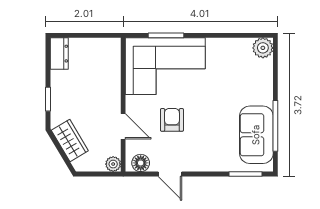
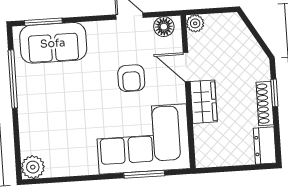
shoe rack: (57, 90) -> (265, 104), added
sofa: (256, 135) -> (53, 43), moved, turned 90
wardrobe: (70, 141) -> (204, 102), moved, turned -149

